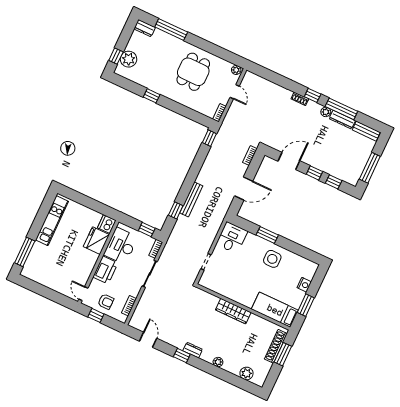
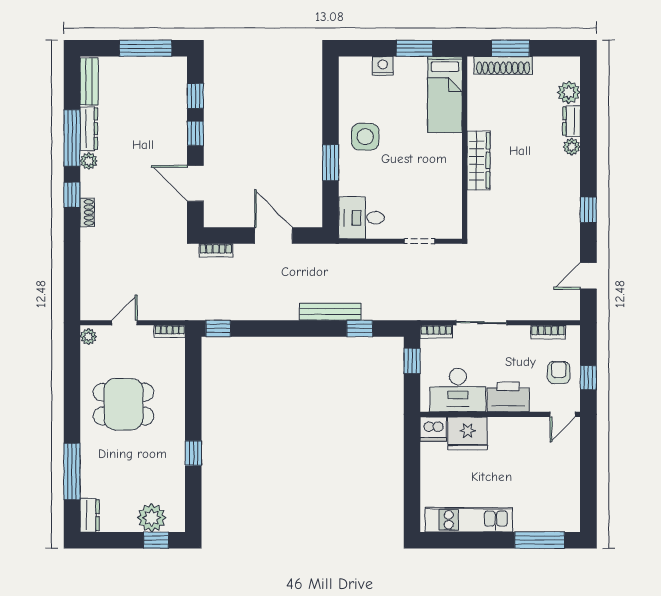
dresser: (193, 350) -> (572, 121), moved

